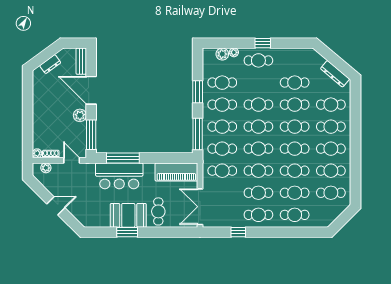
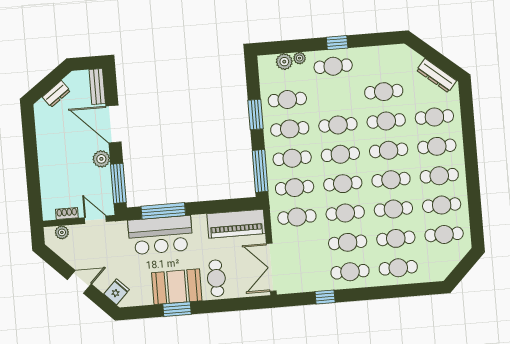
plant: (37, 153) -> (48, 214), removed
fridge: (83, 215) -> (117, 292), added

